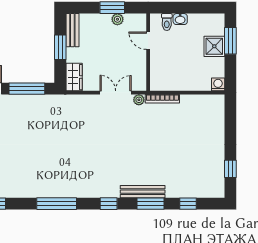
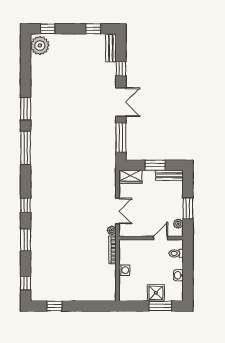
plant: (117, 19) -> (178, 224), moved
washbasin: (180, 19) -> (178, 275), moved
washing machine: (218, 84) -> (124, 270), moved
bench: (143, 192) -> (36, 233), removed
window: (57, 204) -> (26, 148), moved
window: (188, 204) -> (26, 283), moved

